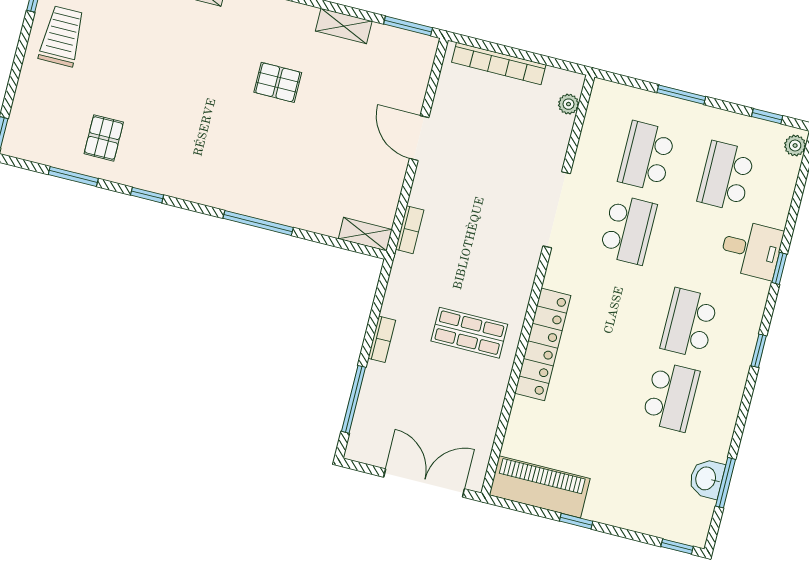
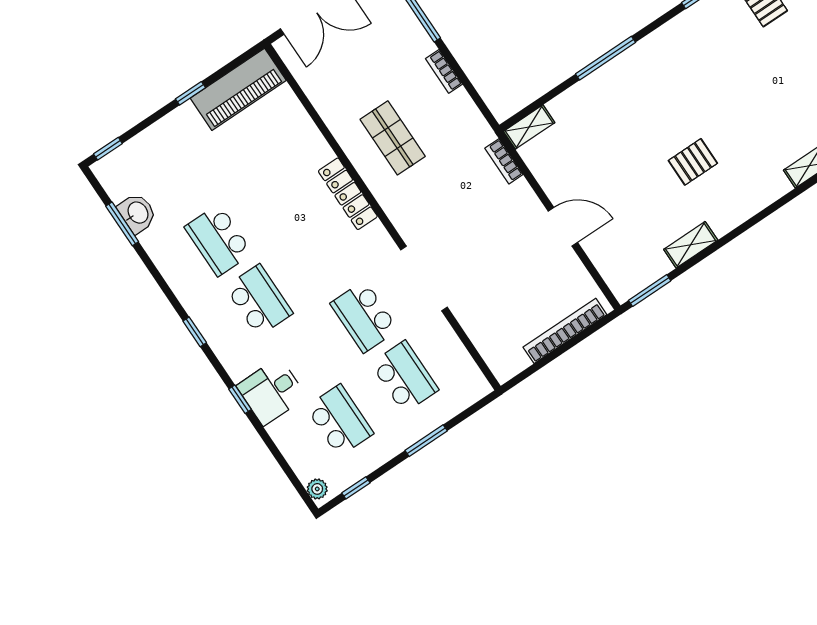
plant: (569, 104) -> (492, 355), removed
shop shelf: (469, 333) -> (393, 138), turned 90
locker: (543, 344) -> (348, 194), width x0.71, depth x0.83

